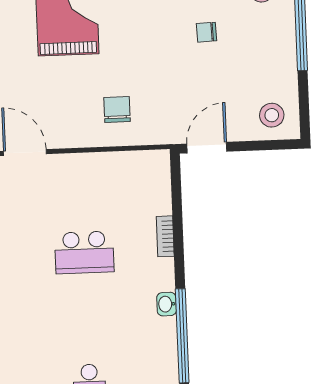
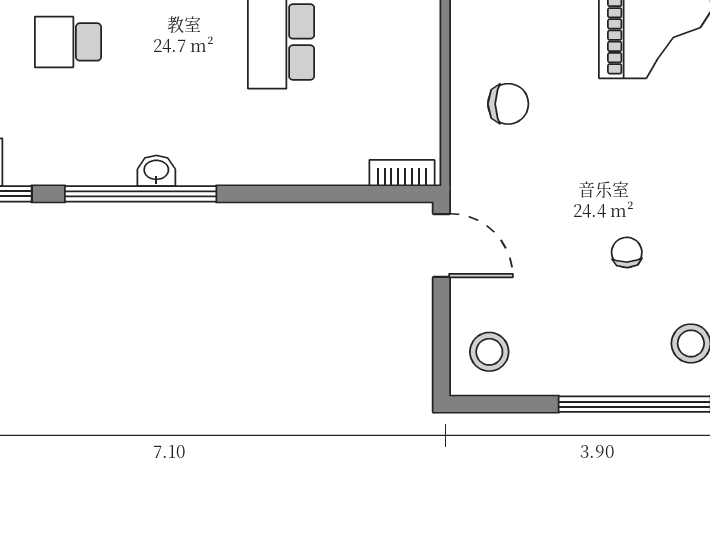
bookcase: (165, 236) -> (402, 173), moved
washbasin: (167, 304) -> (156, 171), moved

